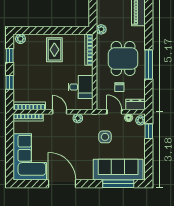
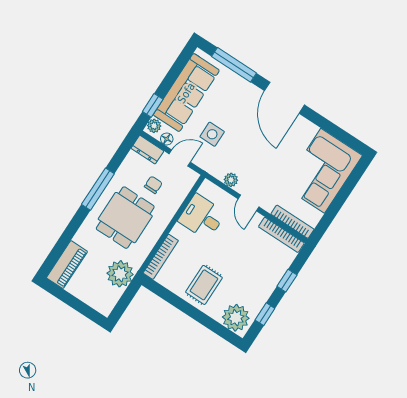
plant: (101, 29) -> (120, 274), width x1.88, depth x1.88
plant: (20, 39) -> (236, 318), width x1.87, depth x1.87
door: (114, 112) -> (180, 158), swing flipped
sofa: (118, 170) -> (186, 93), moved, turned -90
door: (62, 184) -> (284, 98), moved

